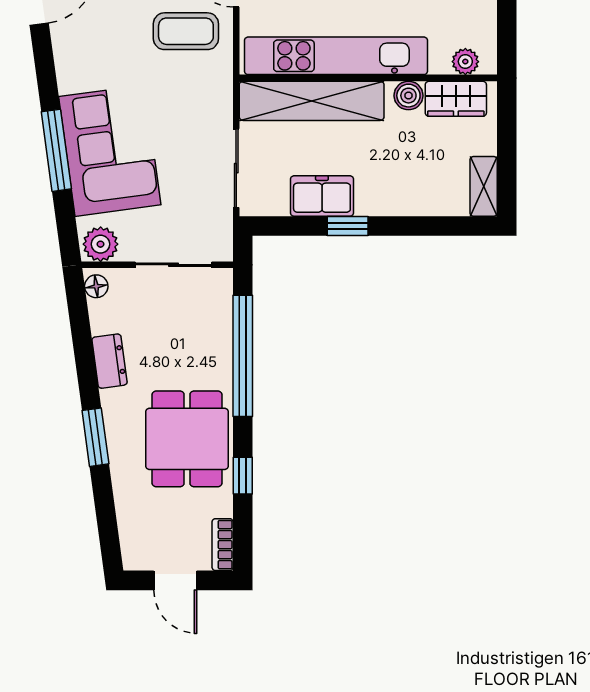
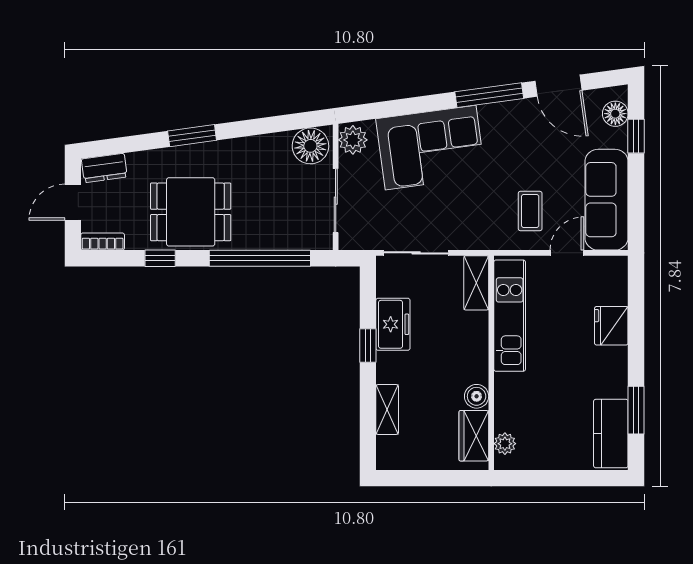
coffee table: (186, 31) -> (530, 211), width x0.73, depth x0.77
kitchen unit: (336, 56) -> (510, 316), width x0.73
shelving: (312, 101) -> (476, 283), width x0.45, depth x0.75
window: (56, 150) -> (489, 95), moved
shelving: (484, 186) -> (387, 410), moved, turned 90
floor lamp: (96, 286) -> (310, 146), width x1.89, depth x1.89
dresser: (110, 361) -> (104, 168), moved

